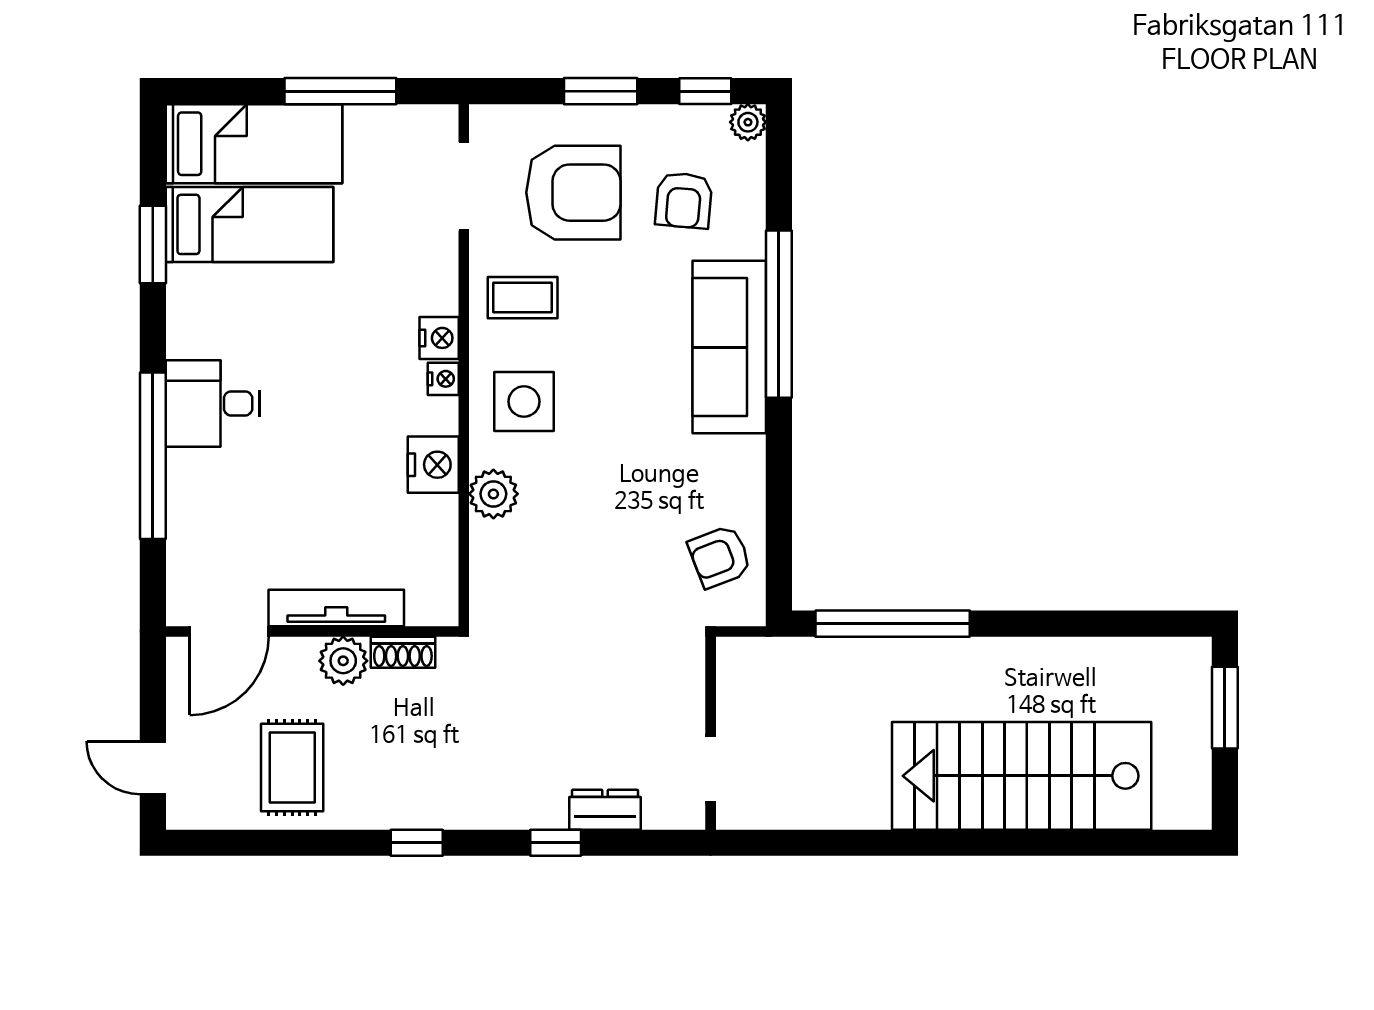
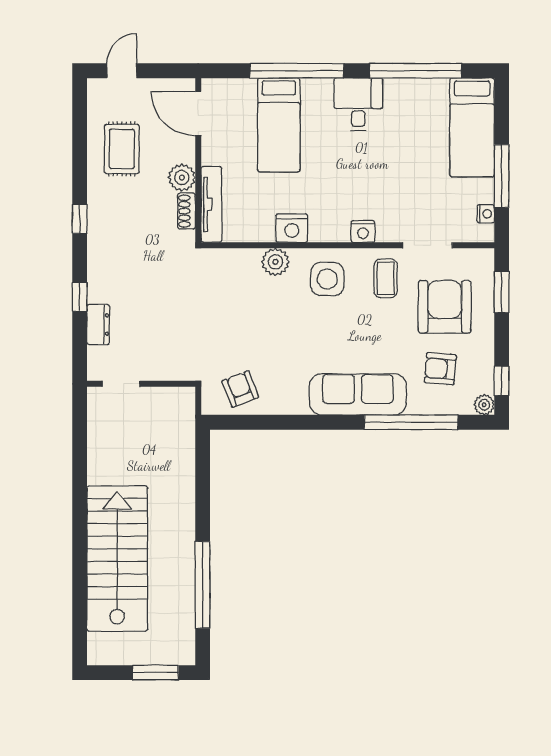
window: (601, 91) -> (502, 292), moved
doorway: (464, 186) -> (427, 245), moved
armchair: (573, 193) -> (445, 307), turned 180
bed: (249, 224) -> (279, 125), moved
window: (153, 245) -> (415, 71), width x2.11
window: (779, 314) -> (411, 422), moved
nightstand: (443, 379) -> (486, 214), moved, turned -90
desk: (213, 403) -> (358, 104), moved
tv unit: (336, 608) -> (211, 204), moved
window: (893, 624) -> (203, 585), moved
rug: (292, 767) -> (122, 149), turned 90

